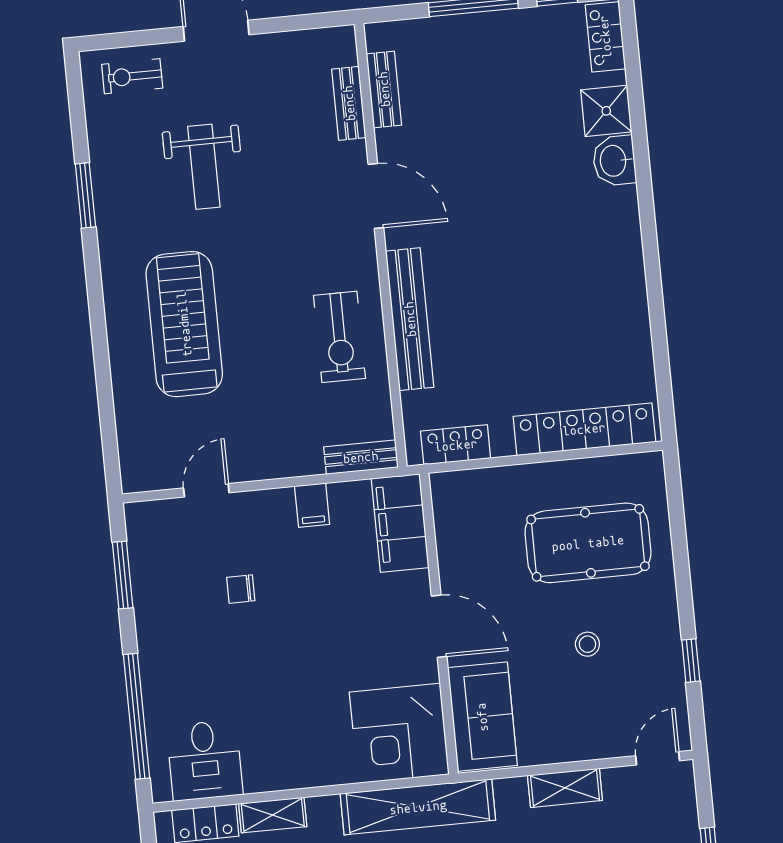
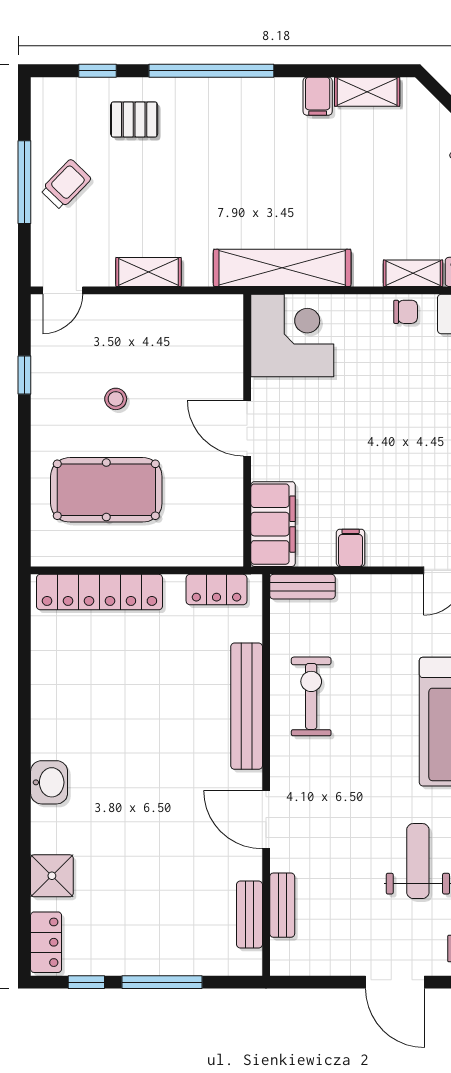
washbasin: (614, 161) -> (49, 782), moved
chair: (241, 589) -> (406, 312), moved
sofa: (482, 717) -> (216, 343), removed

